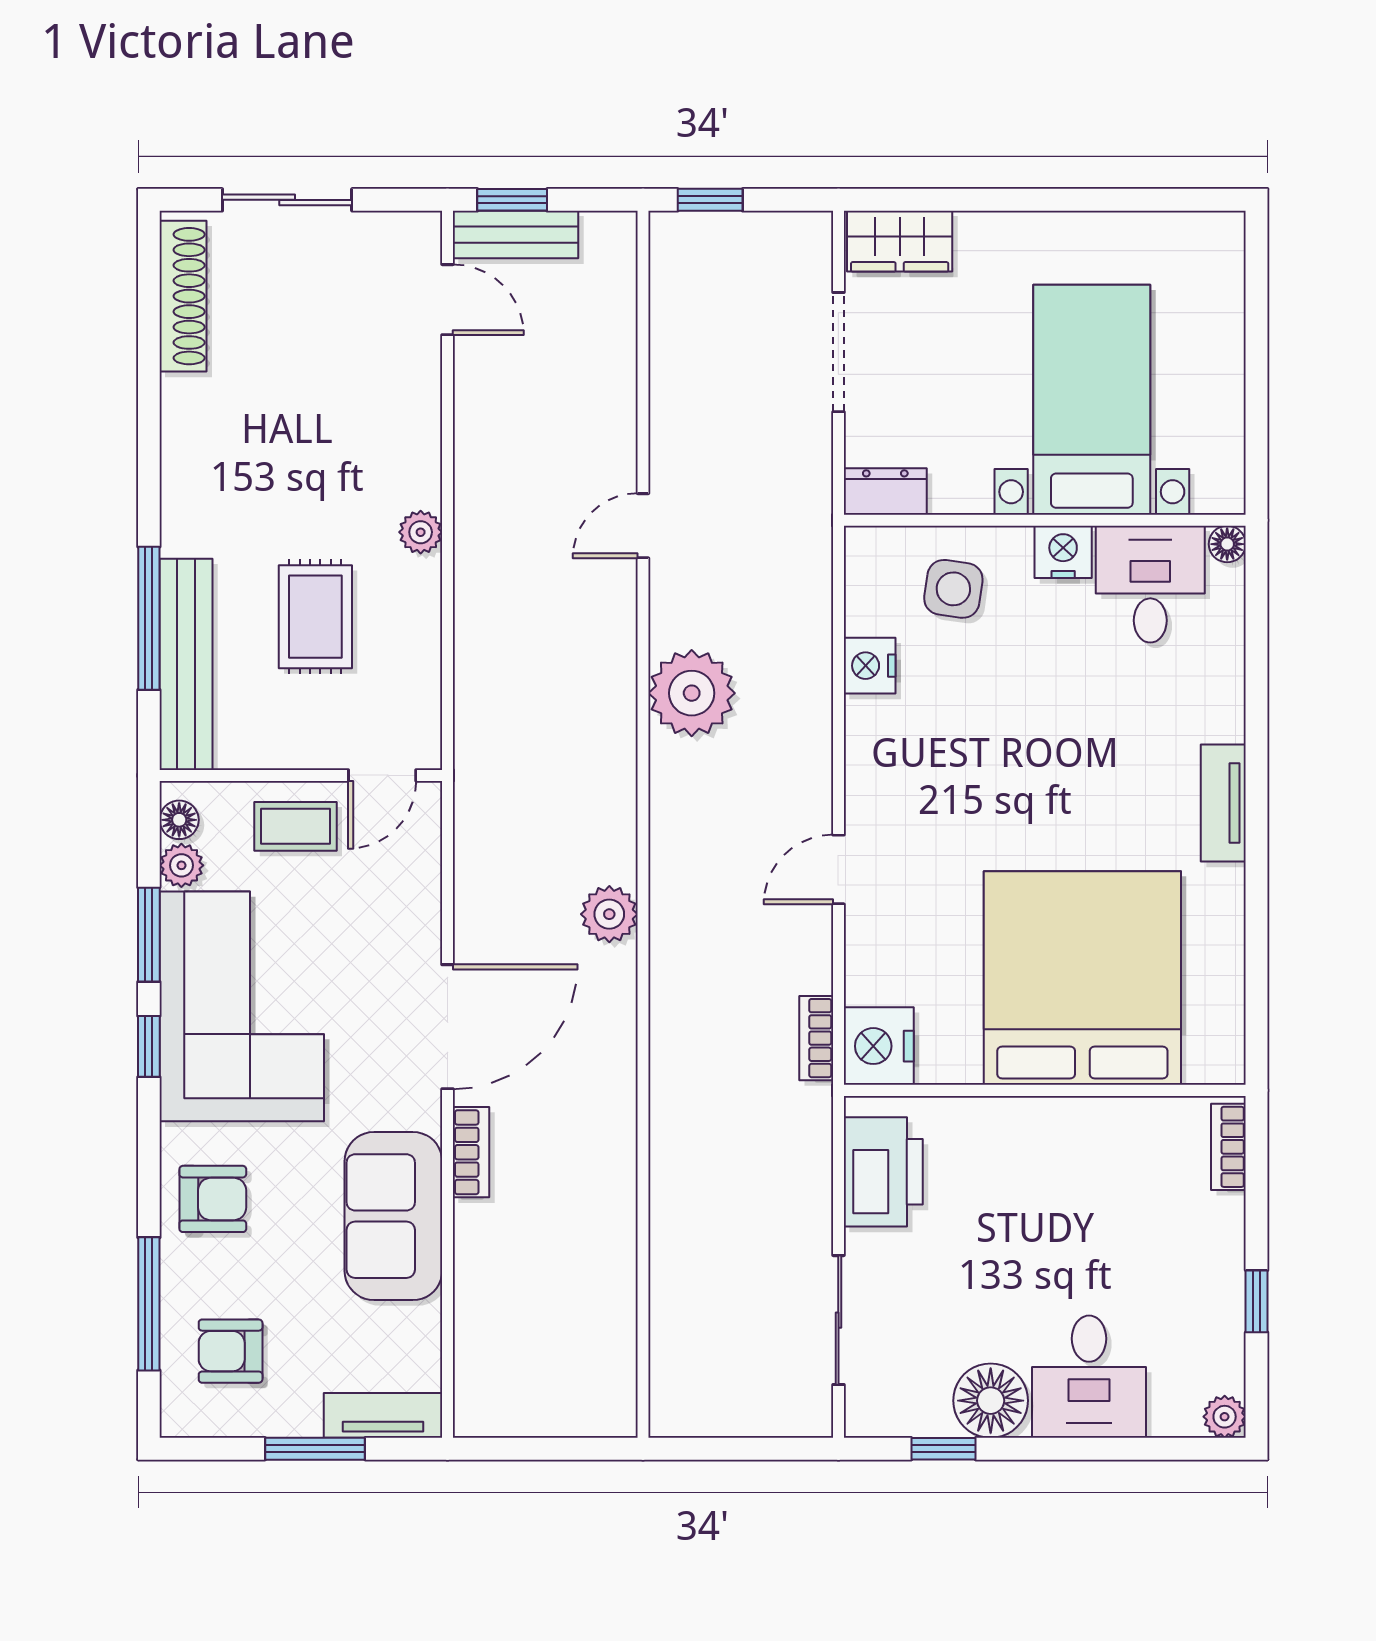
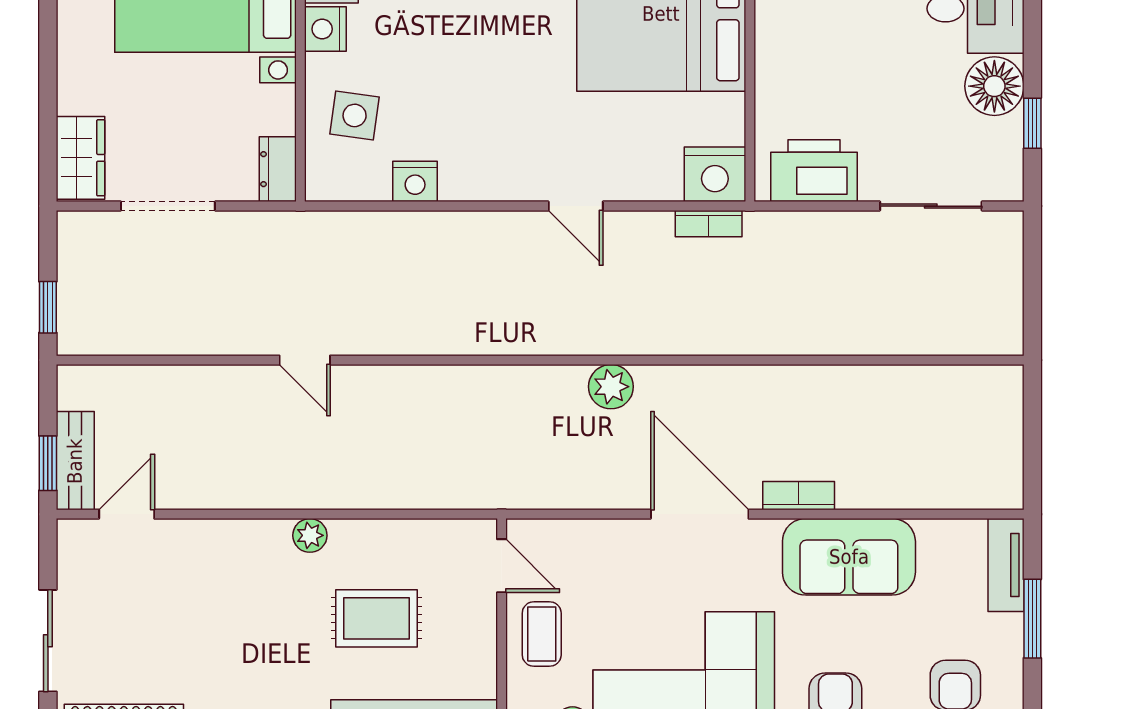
plant: (692, 693) -> (437, 322), removed

